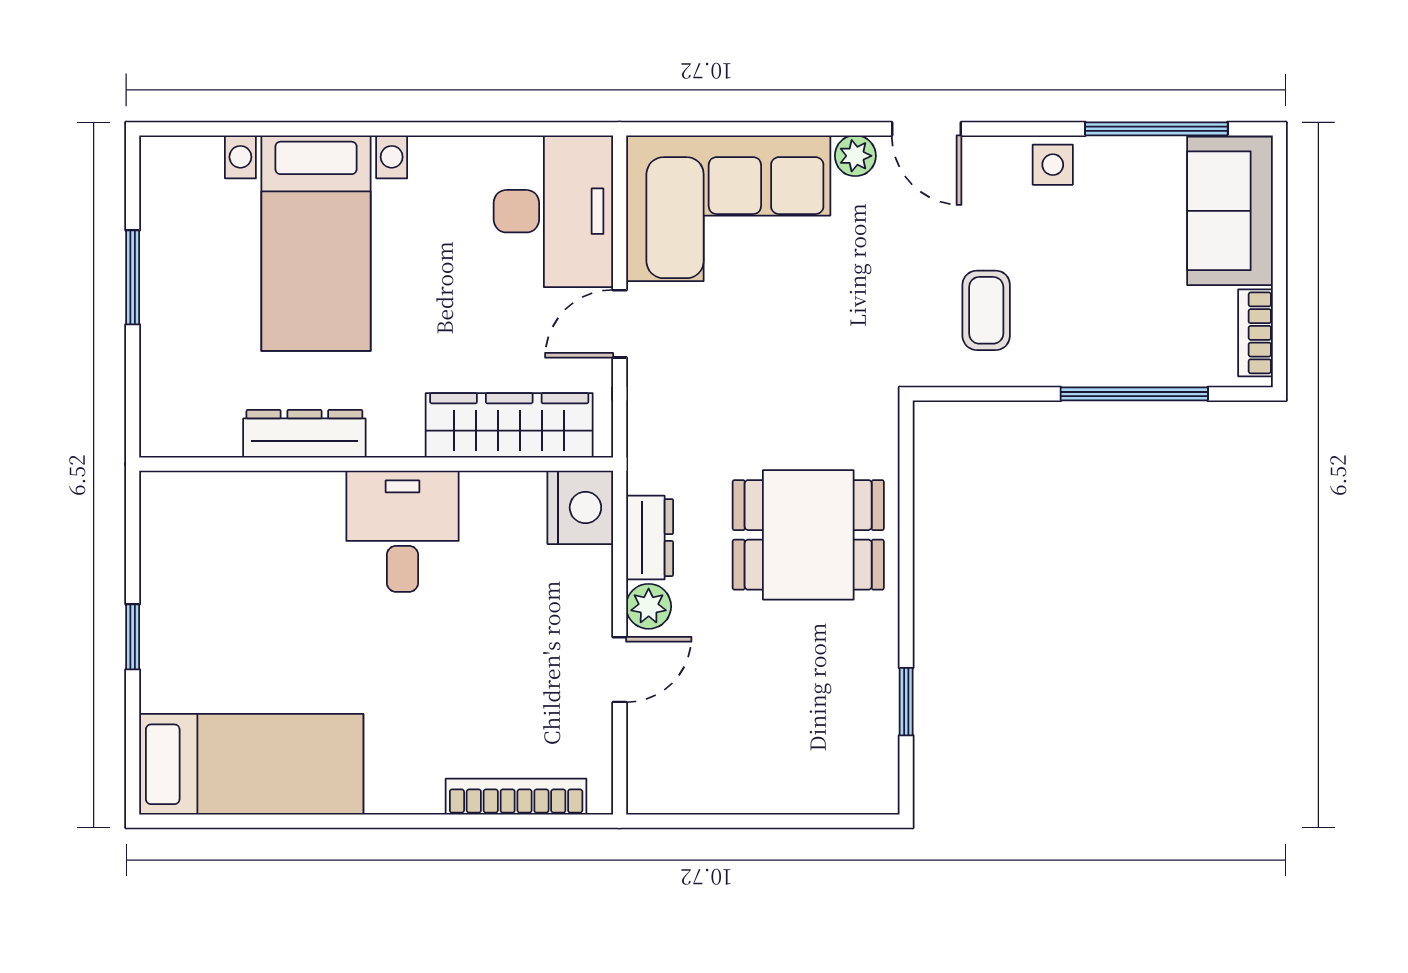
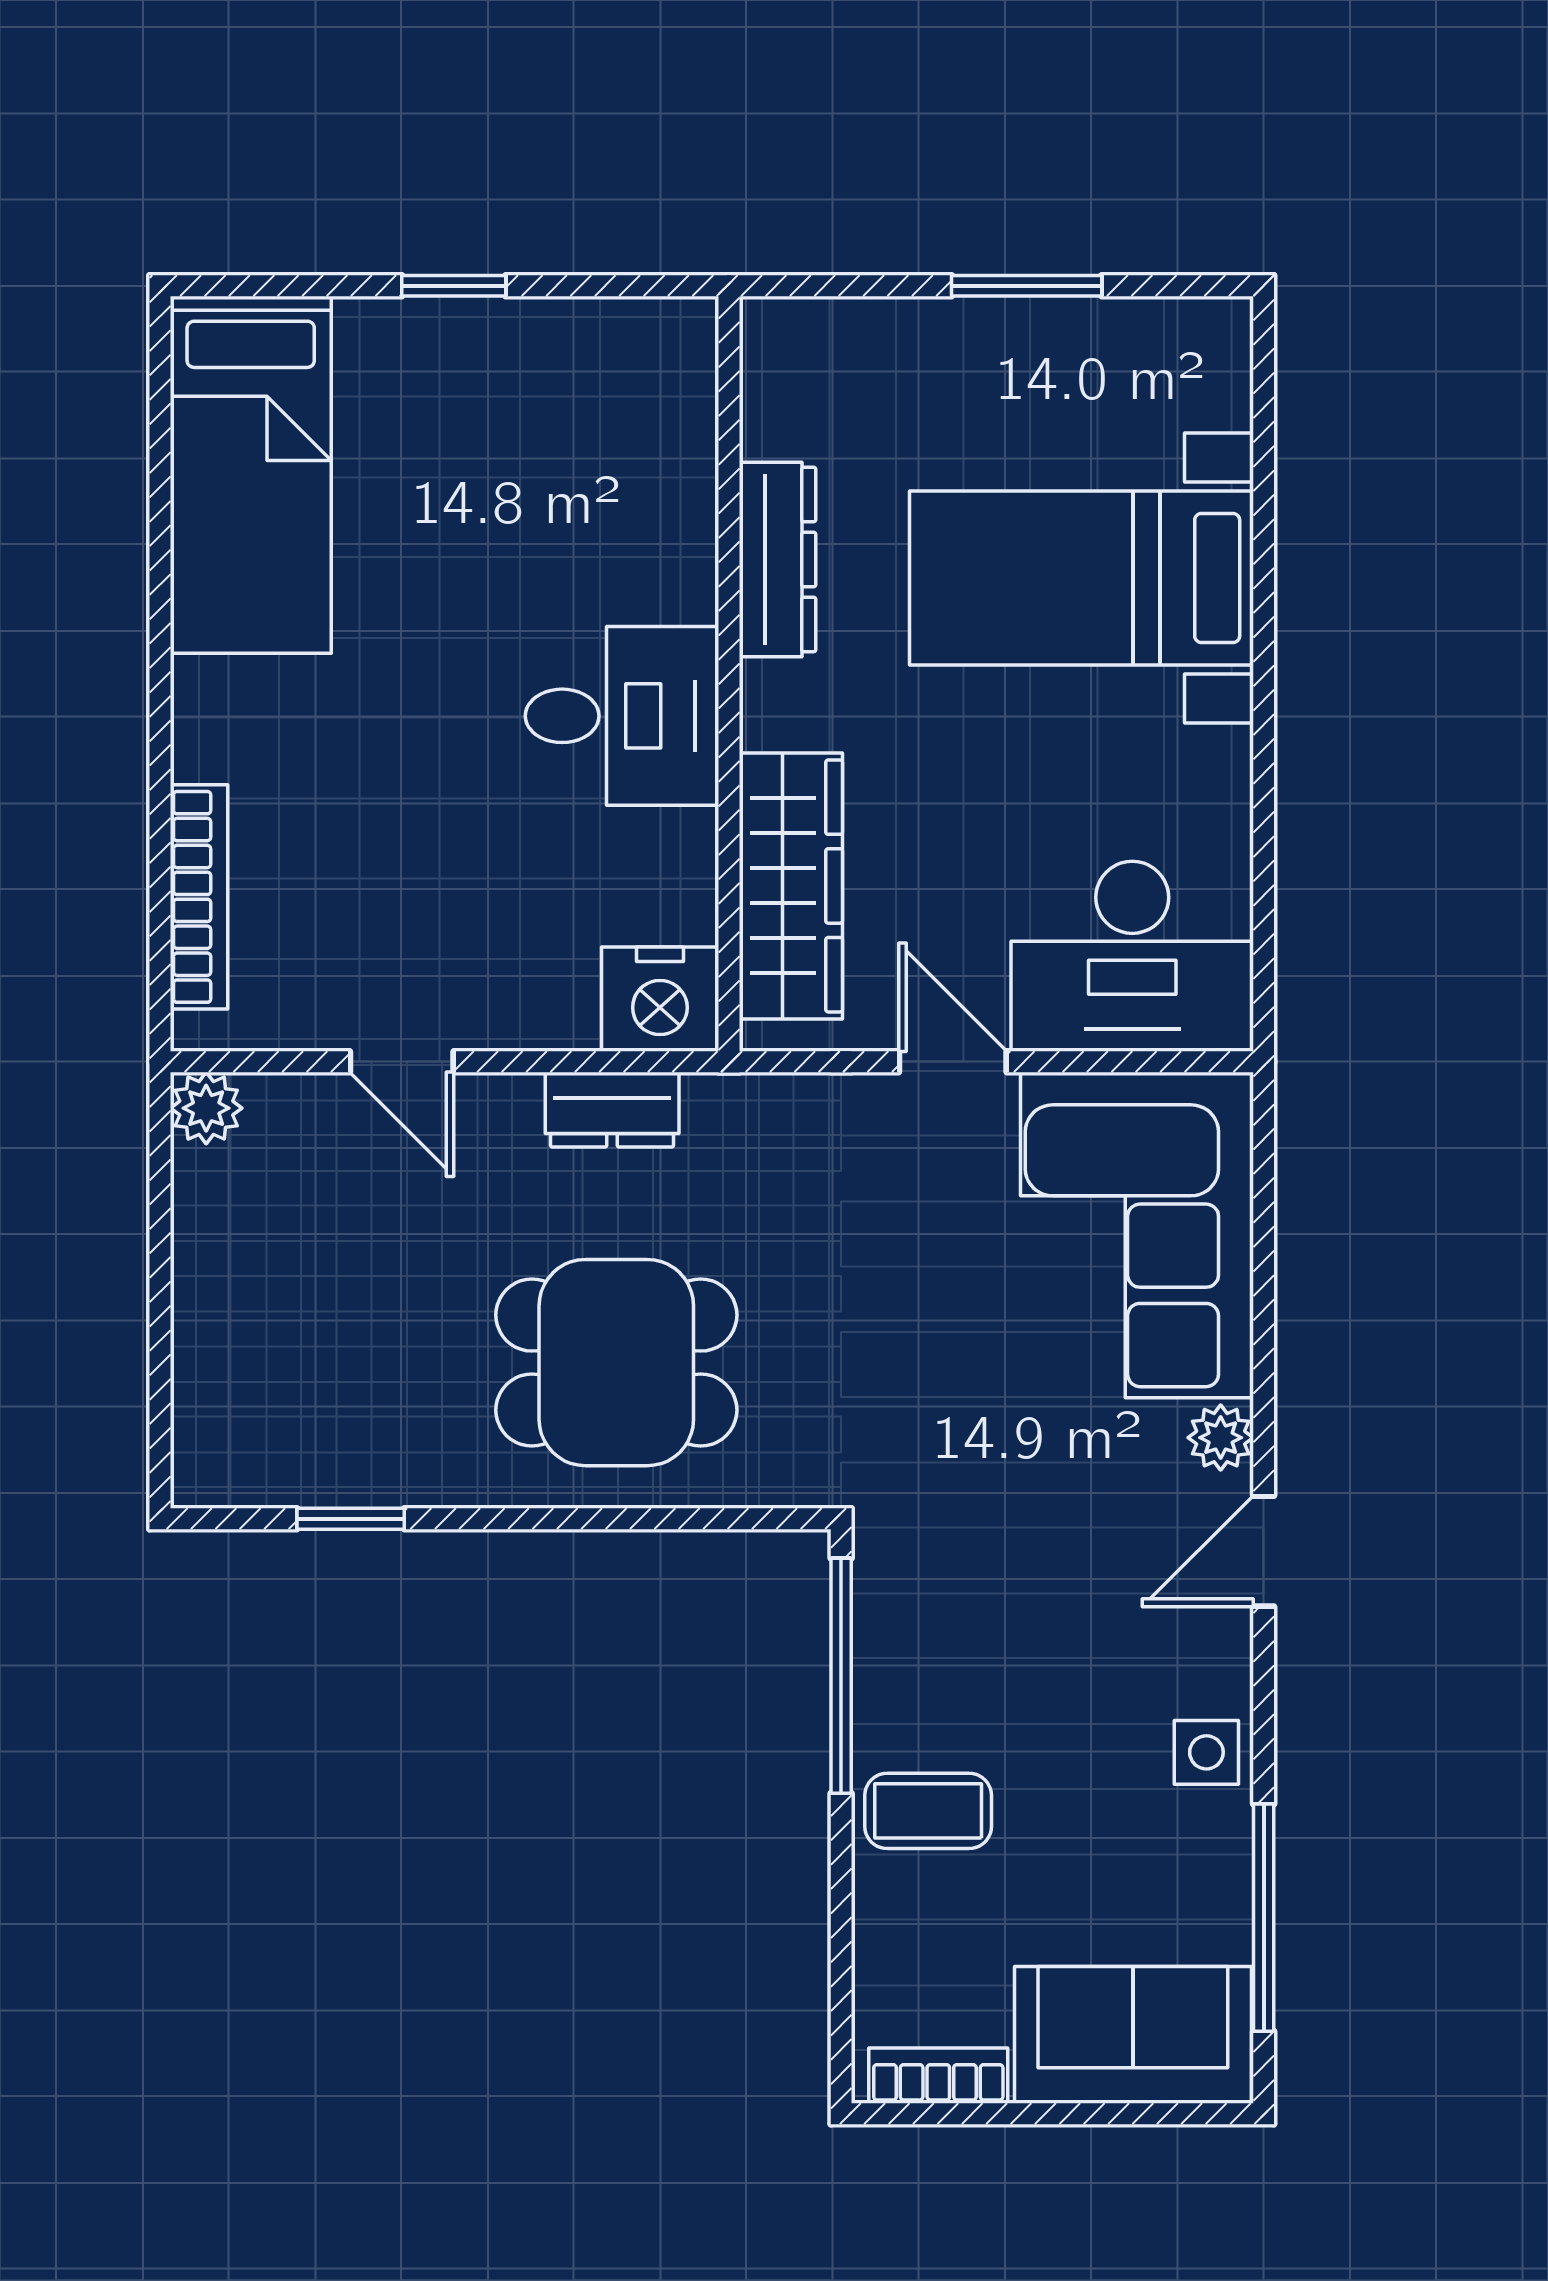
coffee table: (986, 310) -> (928, 1811), moved
window: (1134, 394) -> (841, 1676), moved
dining table: (808, 535) -> (616, 1363), turned 90
plant: (649, 606) -> (206, 1108), moved

